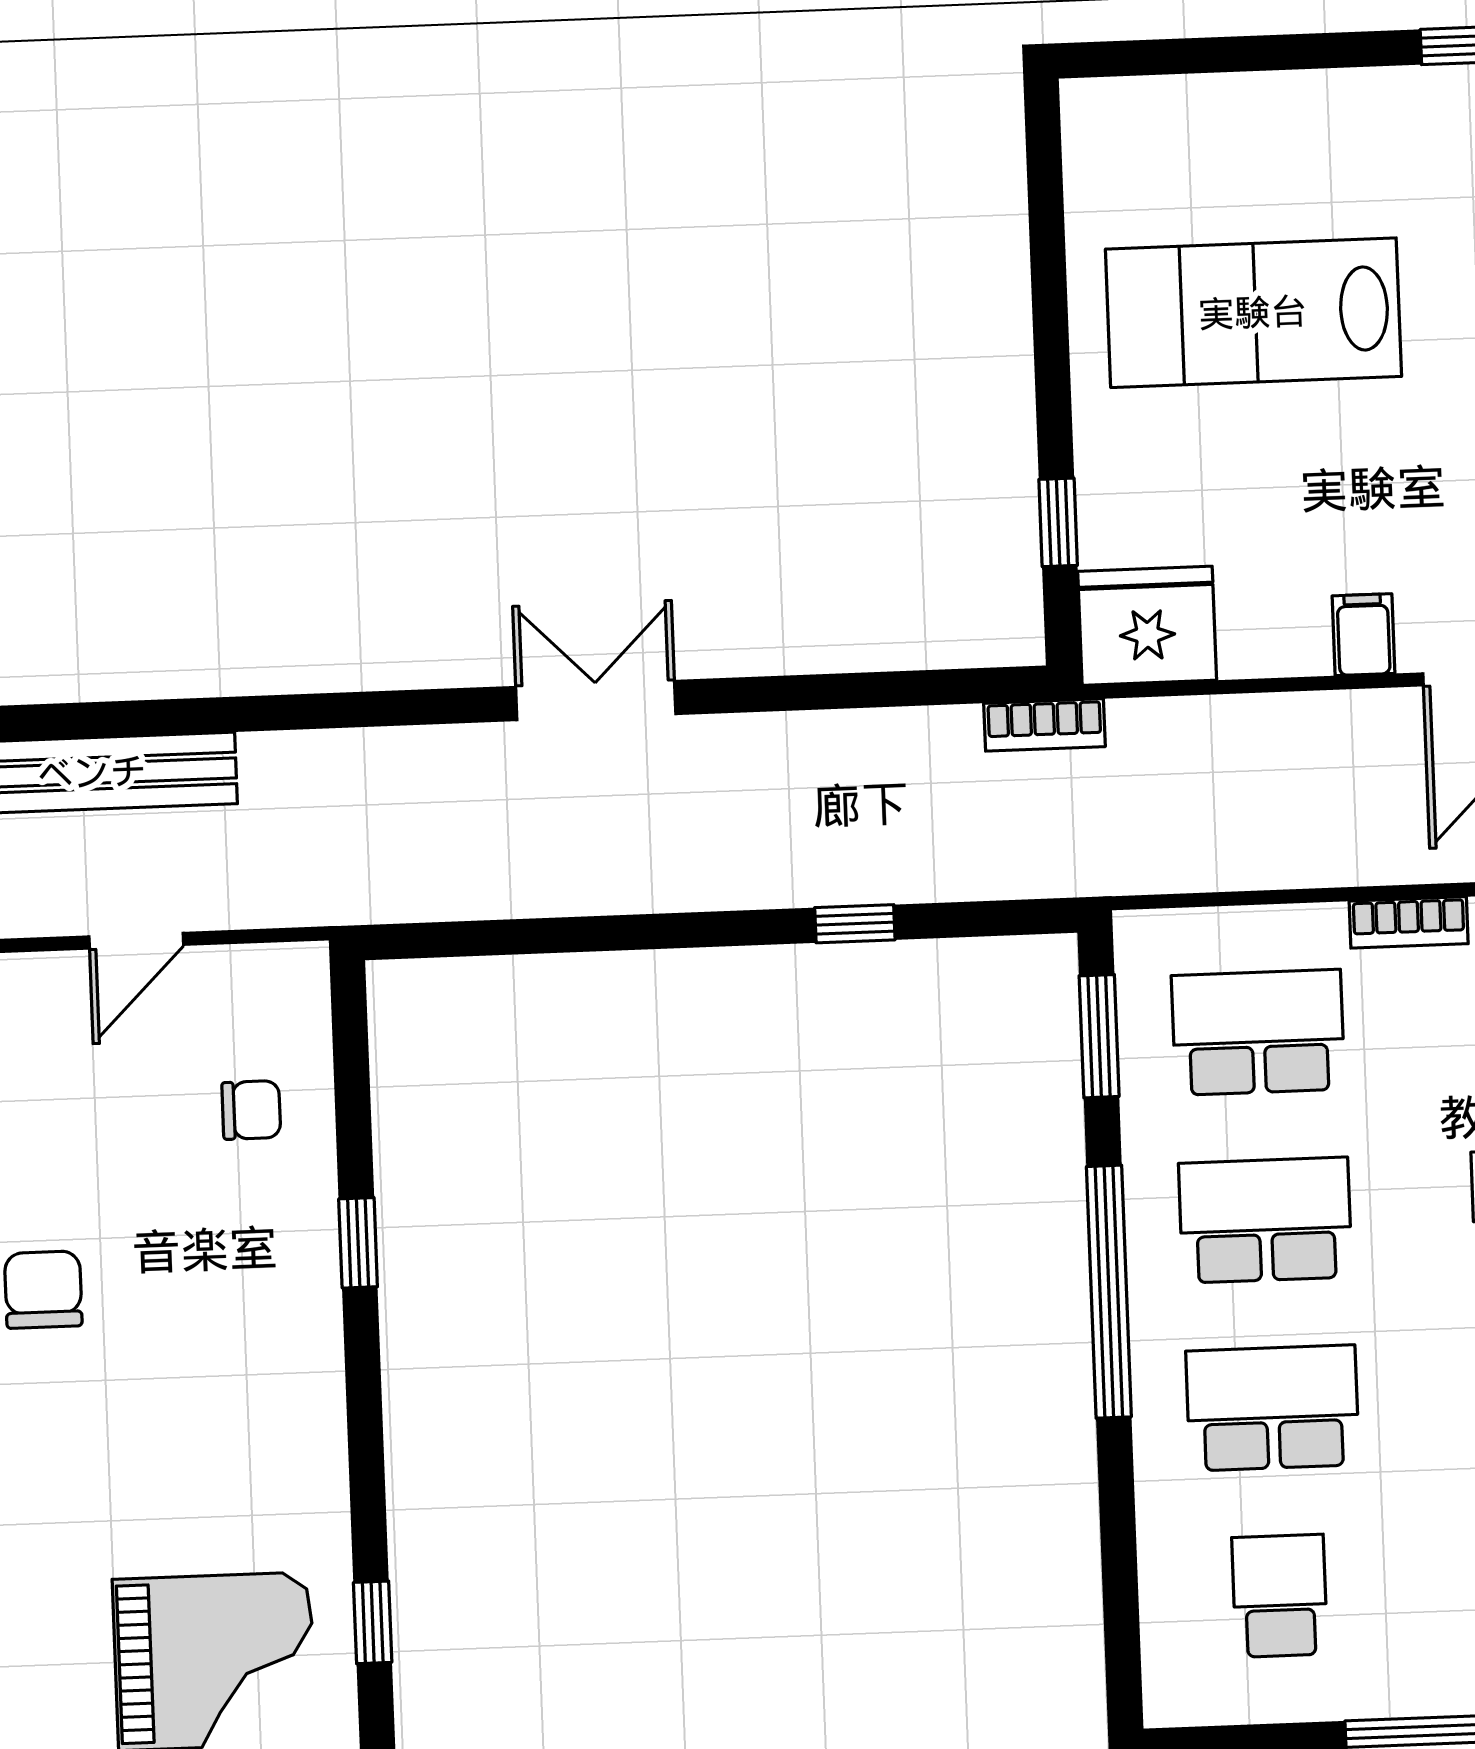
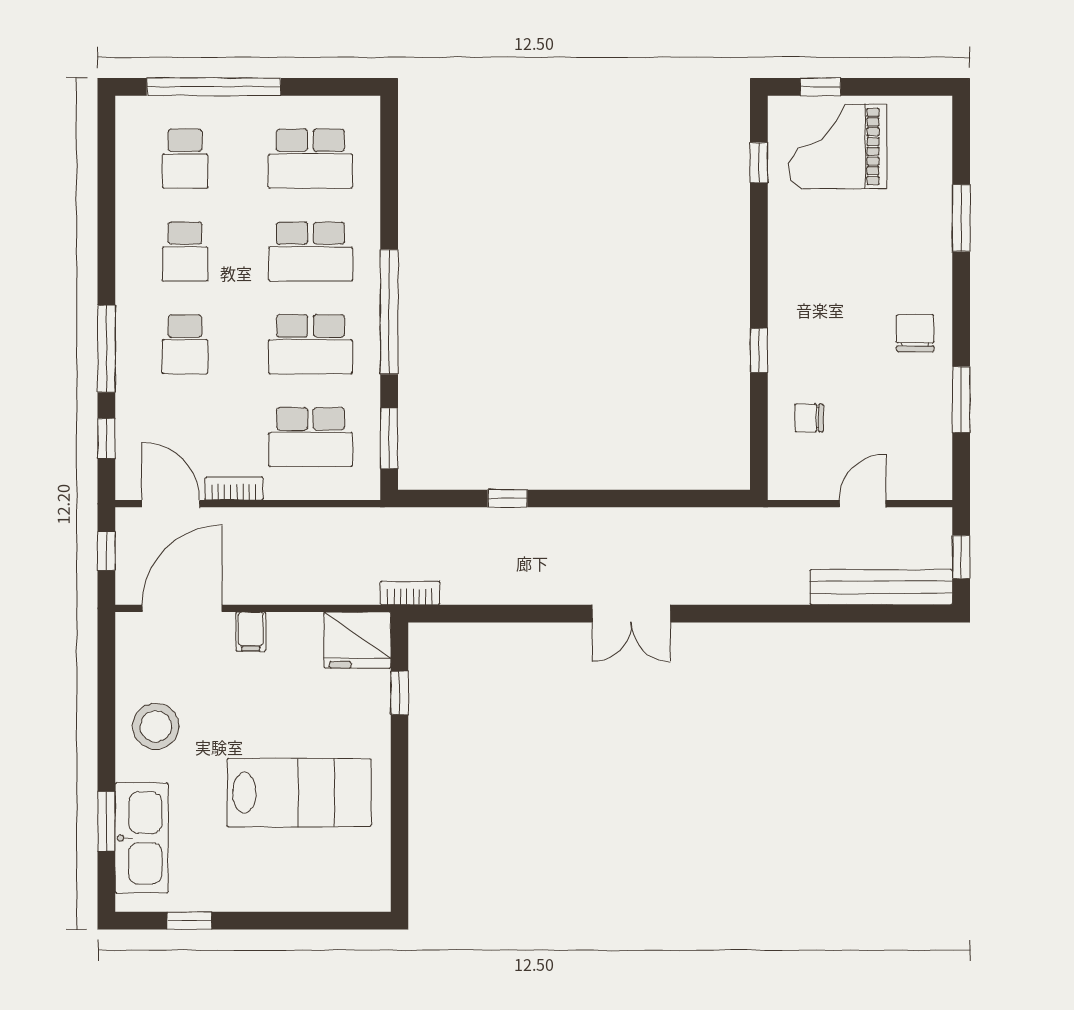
chair: (43, 1290) -> (915, 333), turned 180
school desk: (1280, 1596) -> (310, 159), width x1.85

